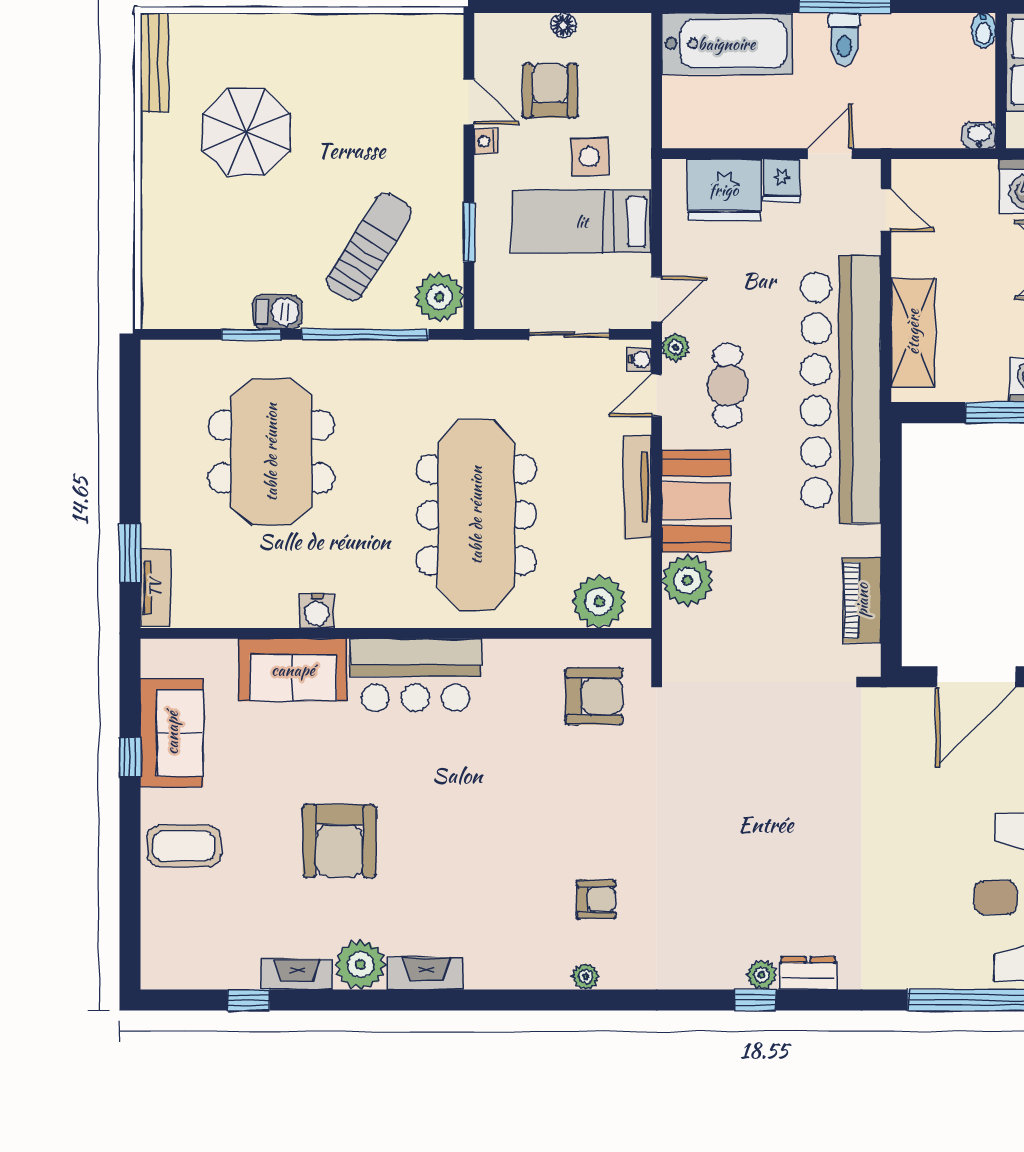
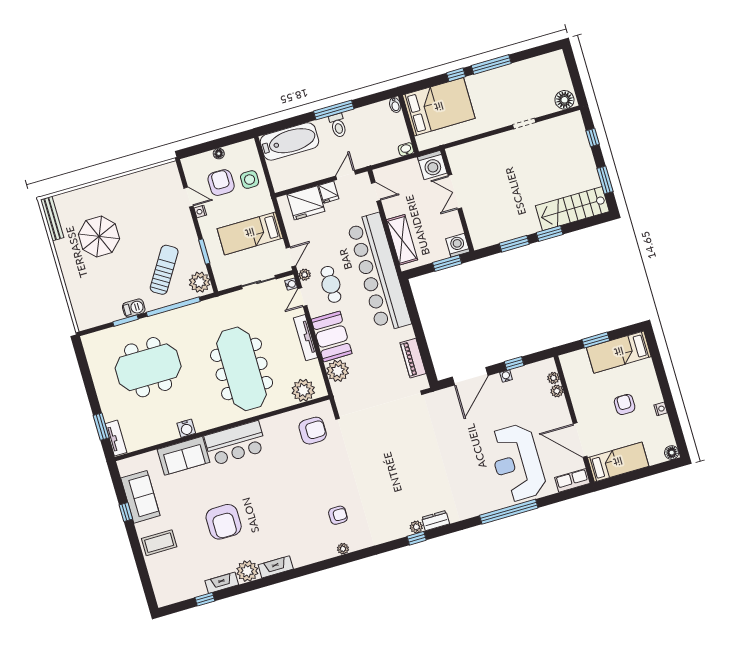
side table: (590, 157) -> (250, 180), moved
meeting table: (271, 452) -> (148, 367), turned 90

